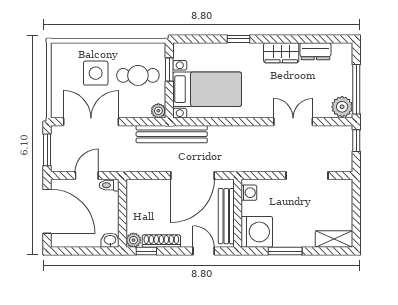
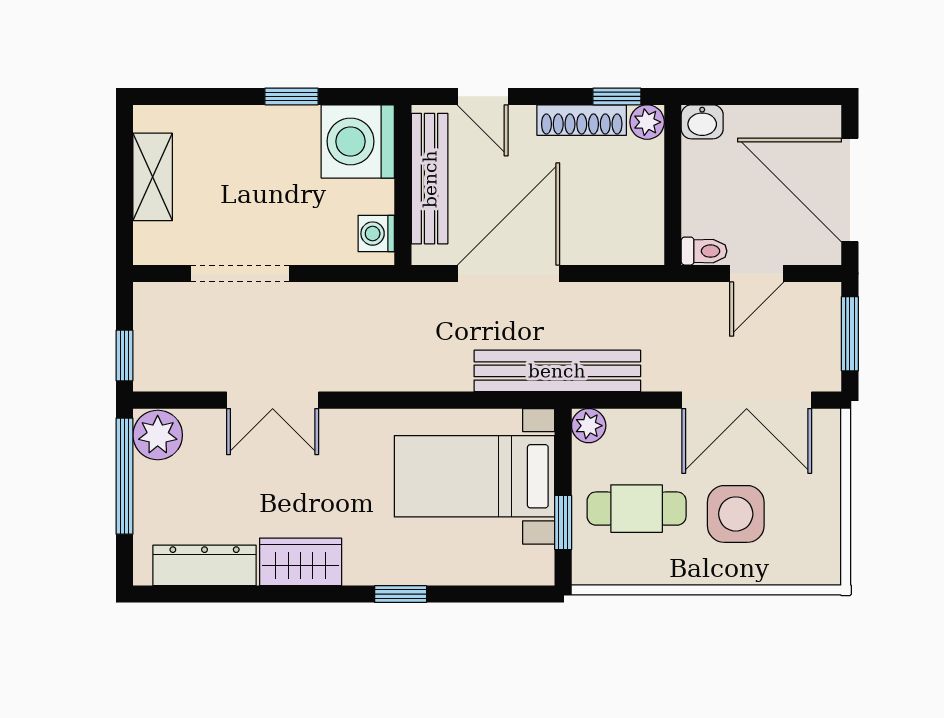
dresser: (315, 51) -> (205, 565), width x1.44
shelving: (334, 239) -> (153, 177), moved, turned 90
window: (285, 251) -> (292, 96), width x0.67

